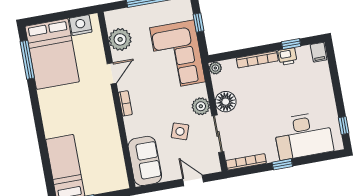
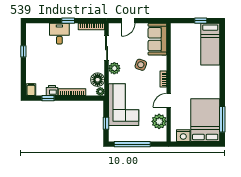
floor lamp: (226, 102) -> (98, 80), moved
window: (344, 125) -> (23, 51), moved
side table: (180, 131) -> (141, 65), moved
desk: (303, 136) -> (59, 34), width x0.53, depth x0.77
door: (193, 181) -> (128, 21), hinge flipped

